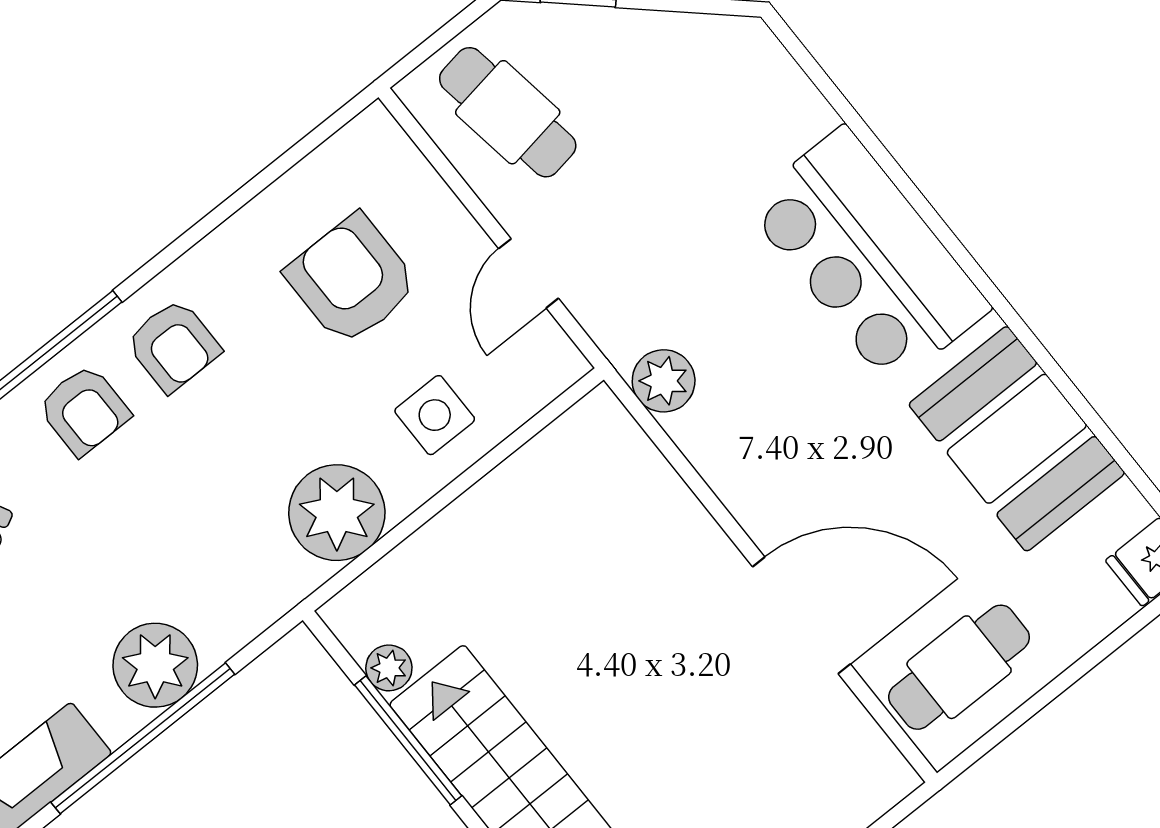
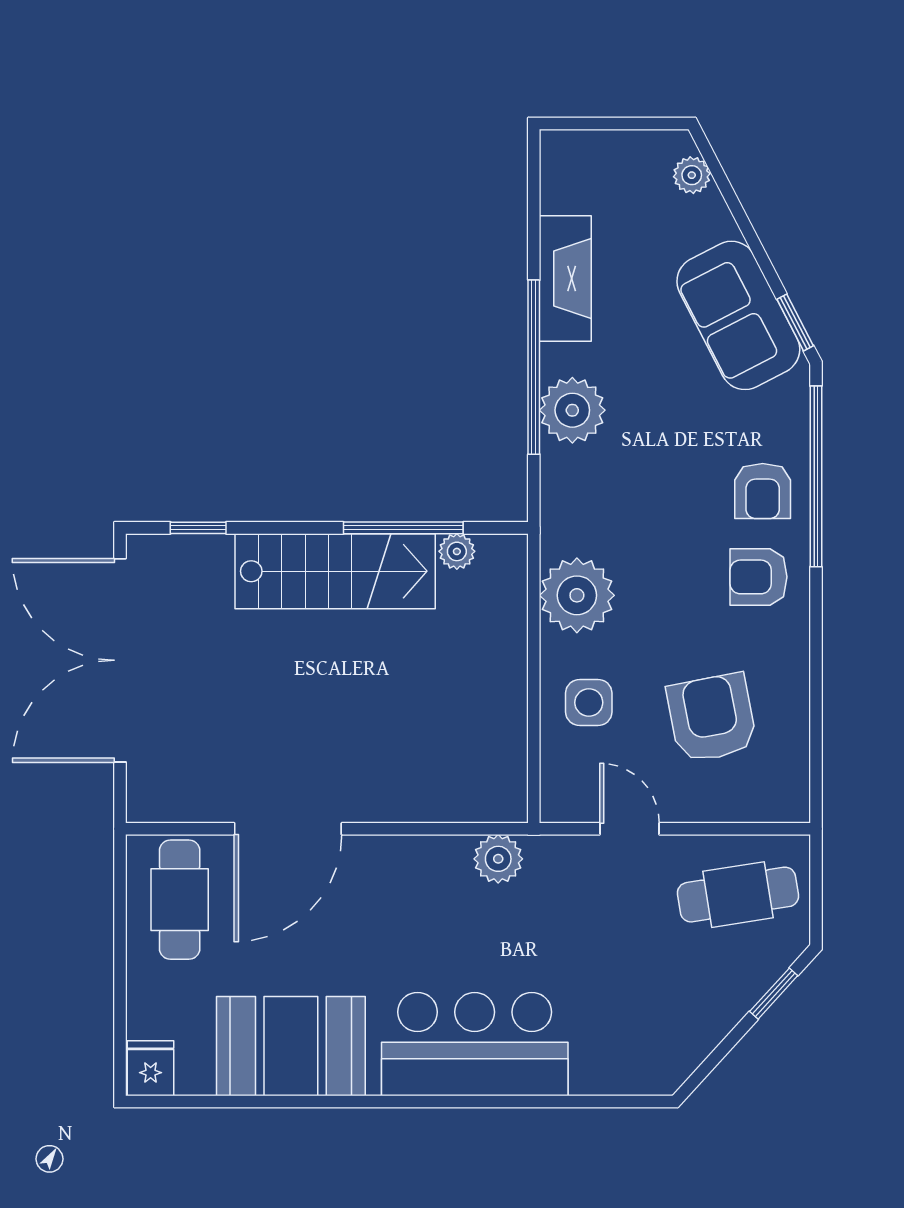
armchair: (352, 280) -> (712, 718), turned -101
armchair: (84, 410) -> (763, 491), turned -90

